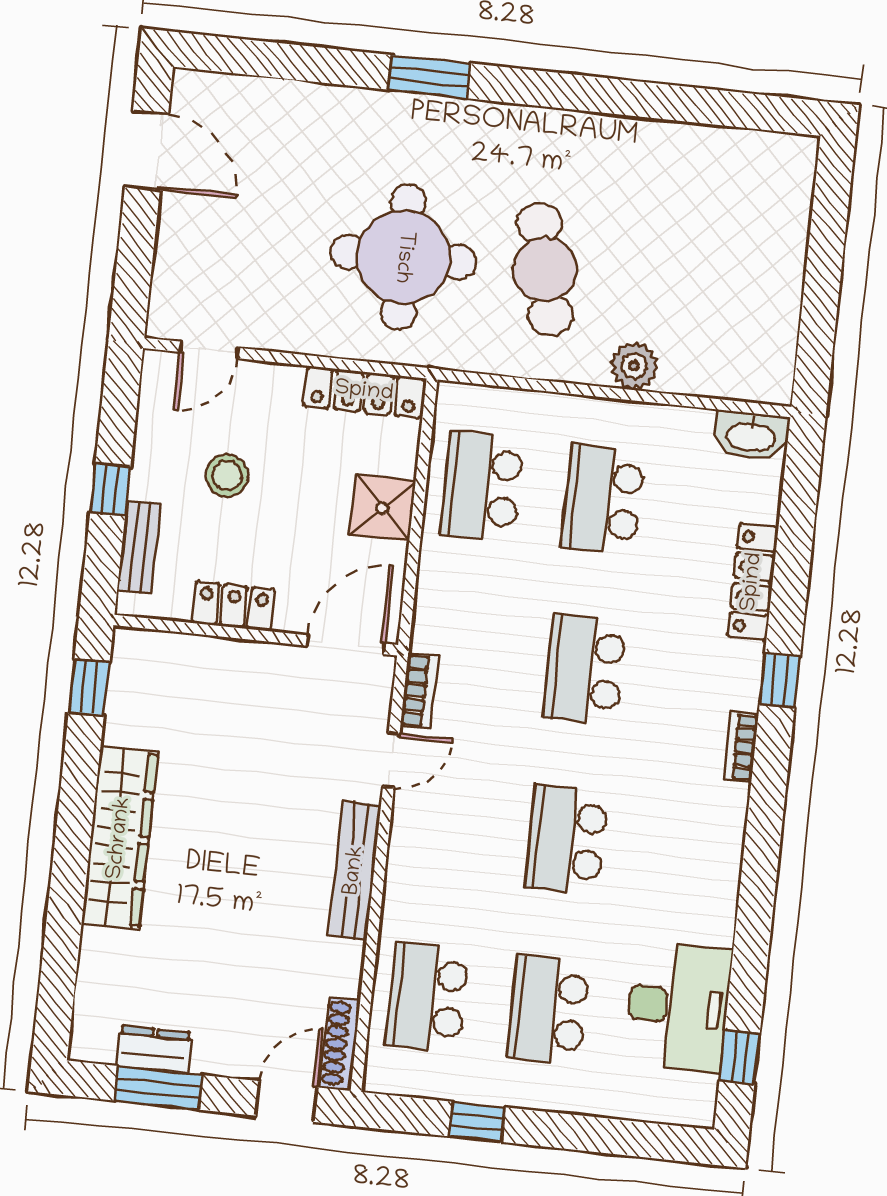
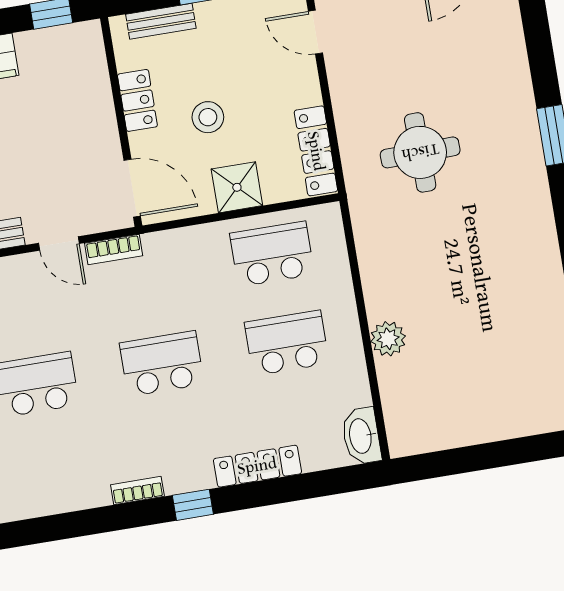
round table: (403, 257) -> (420, 152), width x0.73, depth x0.73
cafe table: (545, 269) -> (439, 256), removed
stool: (227, 475) -> (208, 117), moved

